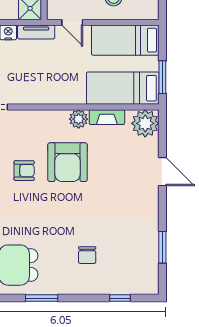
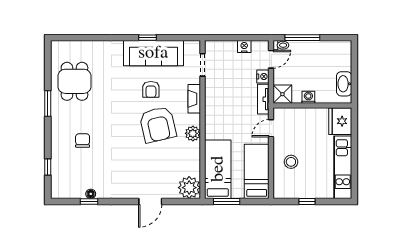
fireplace: (107, 117) -> (194, 99), moved
armchair: (67, 162) -> (158, 125), turned -103
floor lamp: (153, 245) -> (91, 194), added
window: (162, 247) -> (89, 201), width x0.67
chair: (87, 255) -> (83, 141), turned 90

